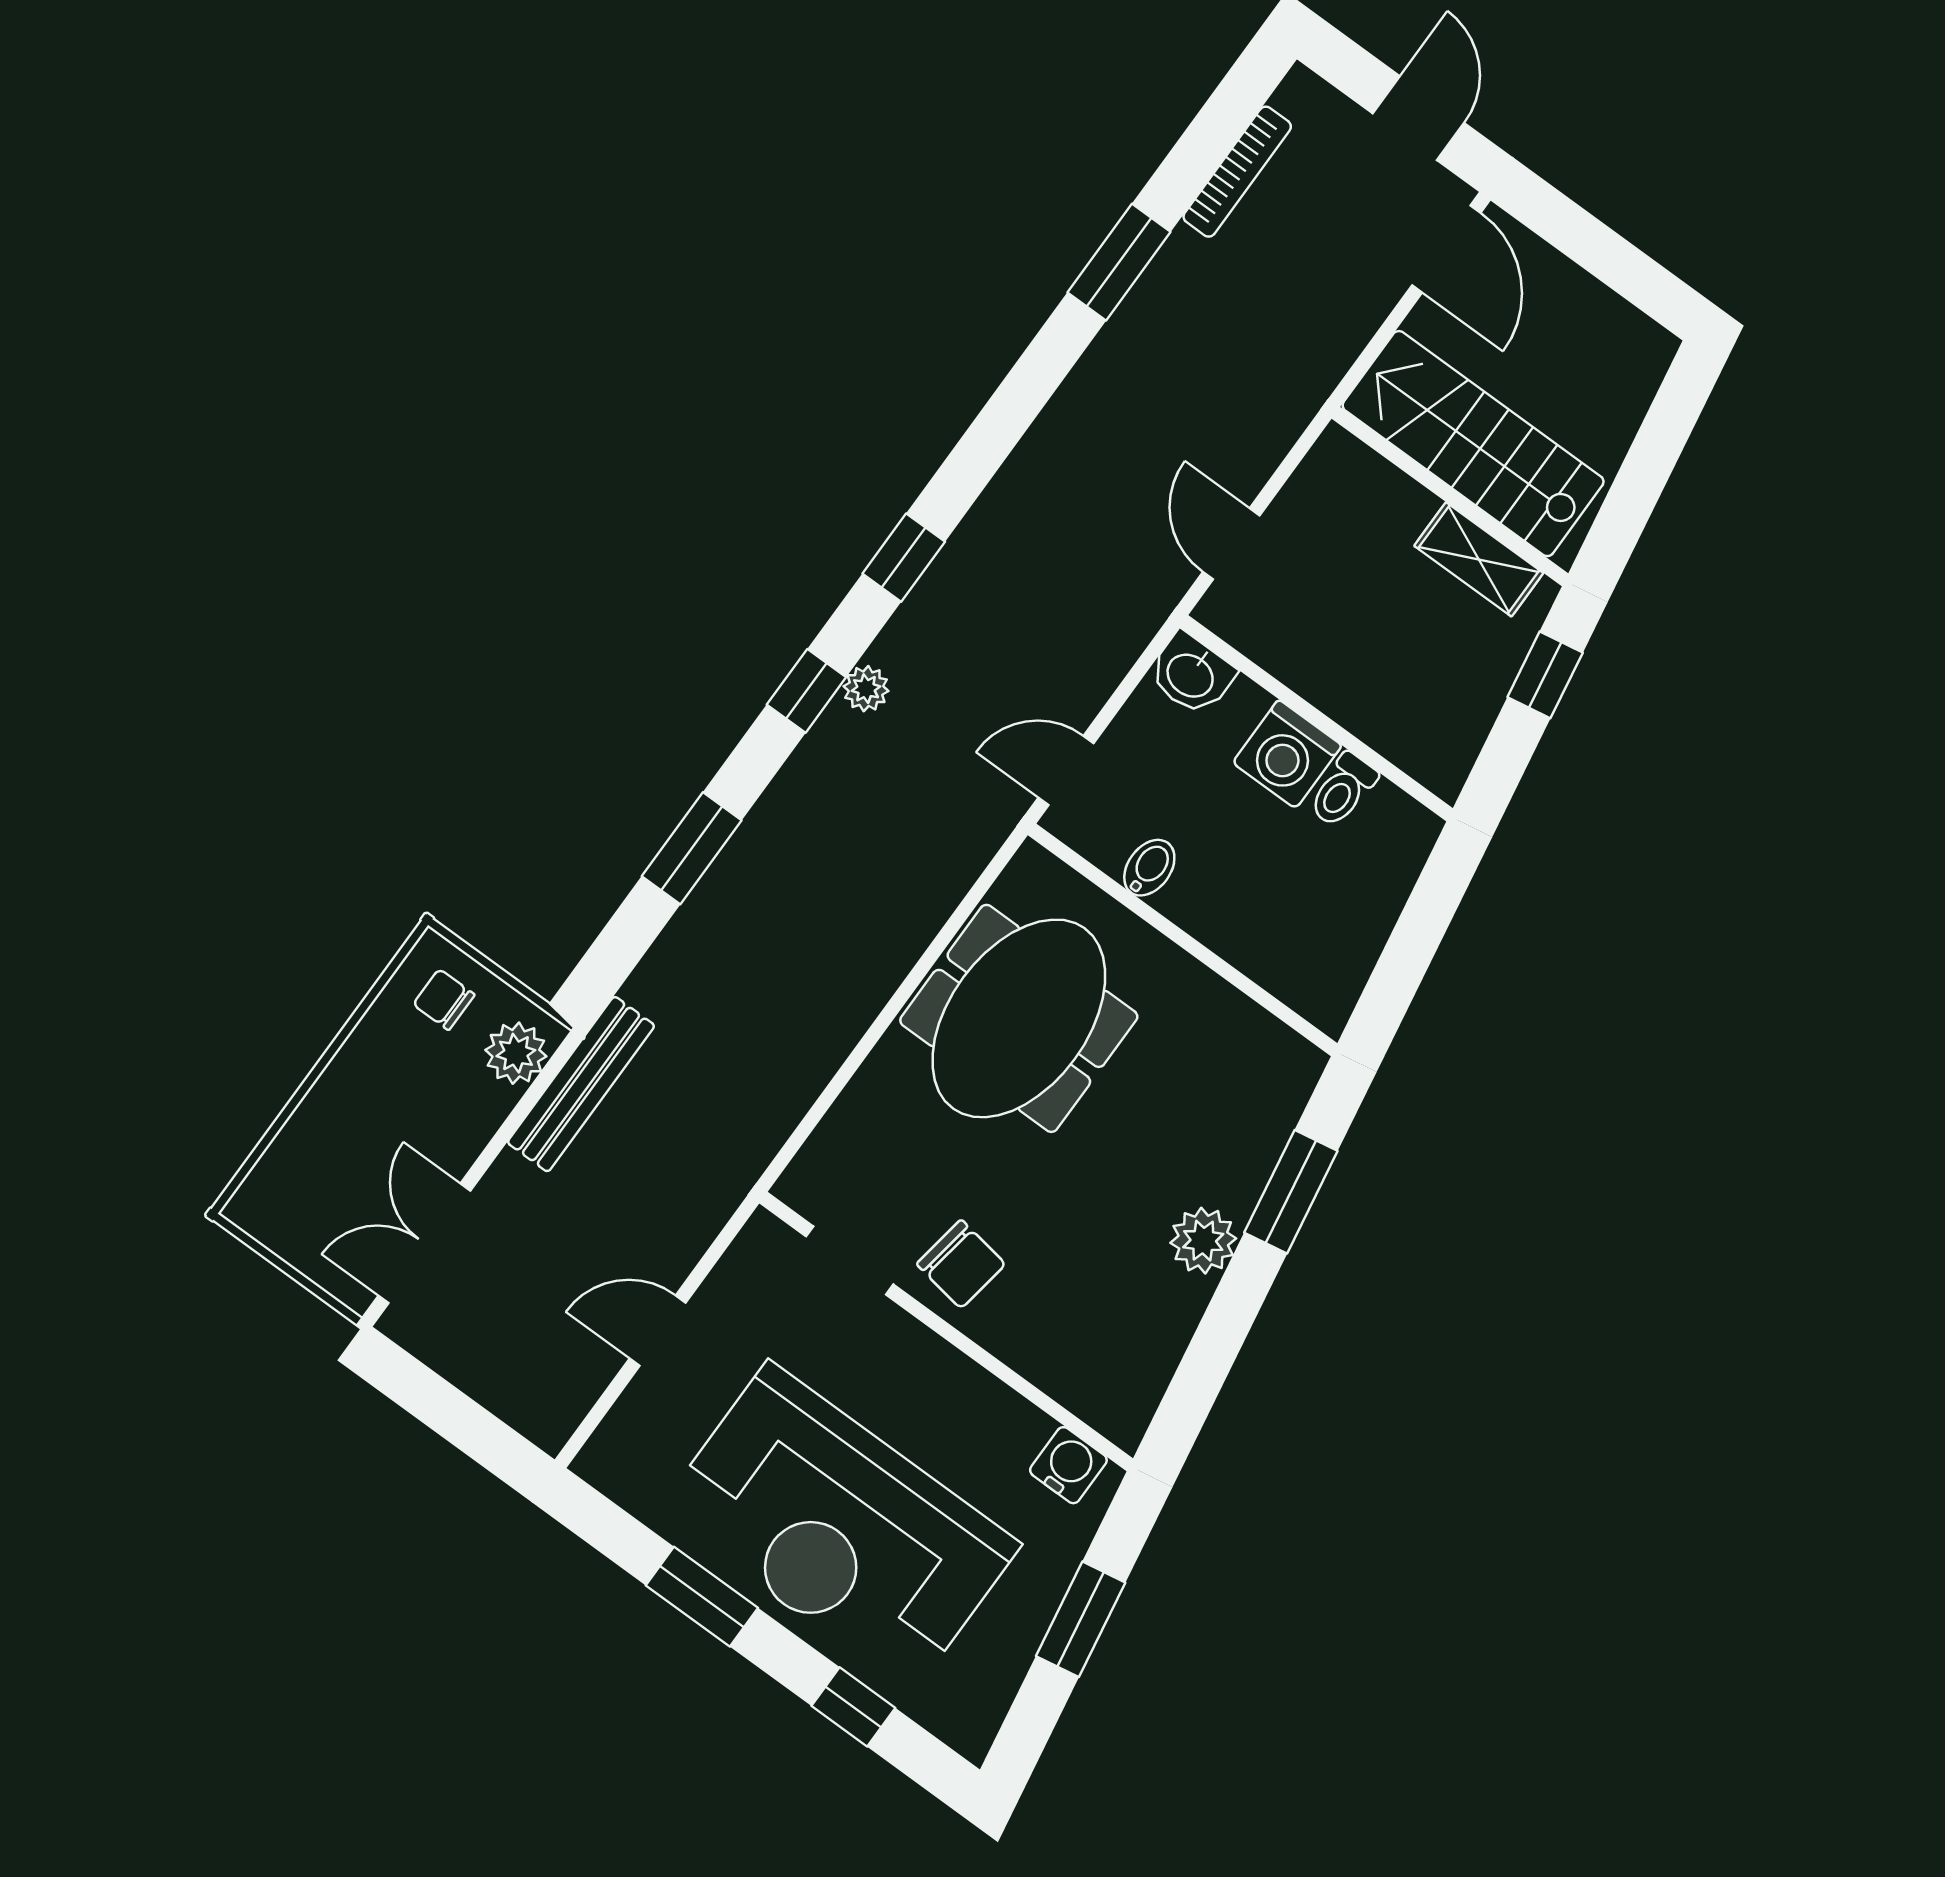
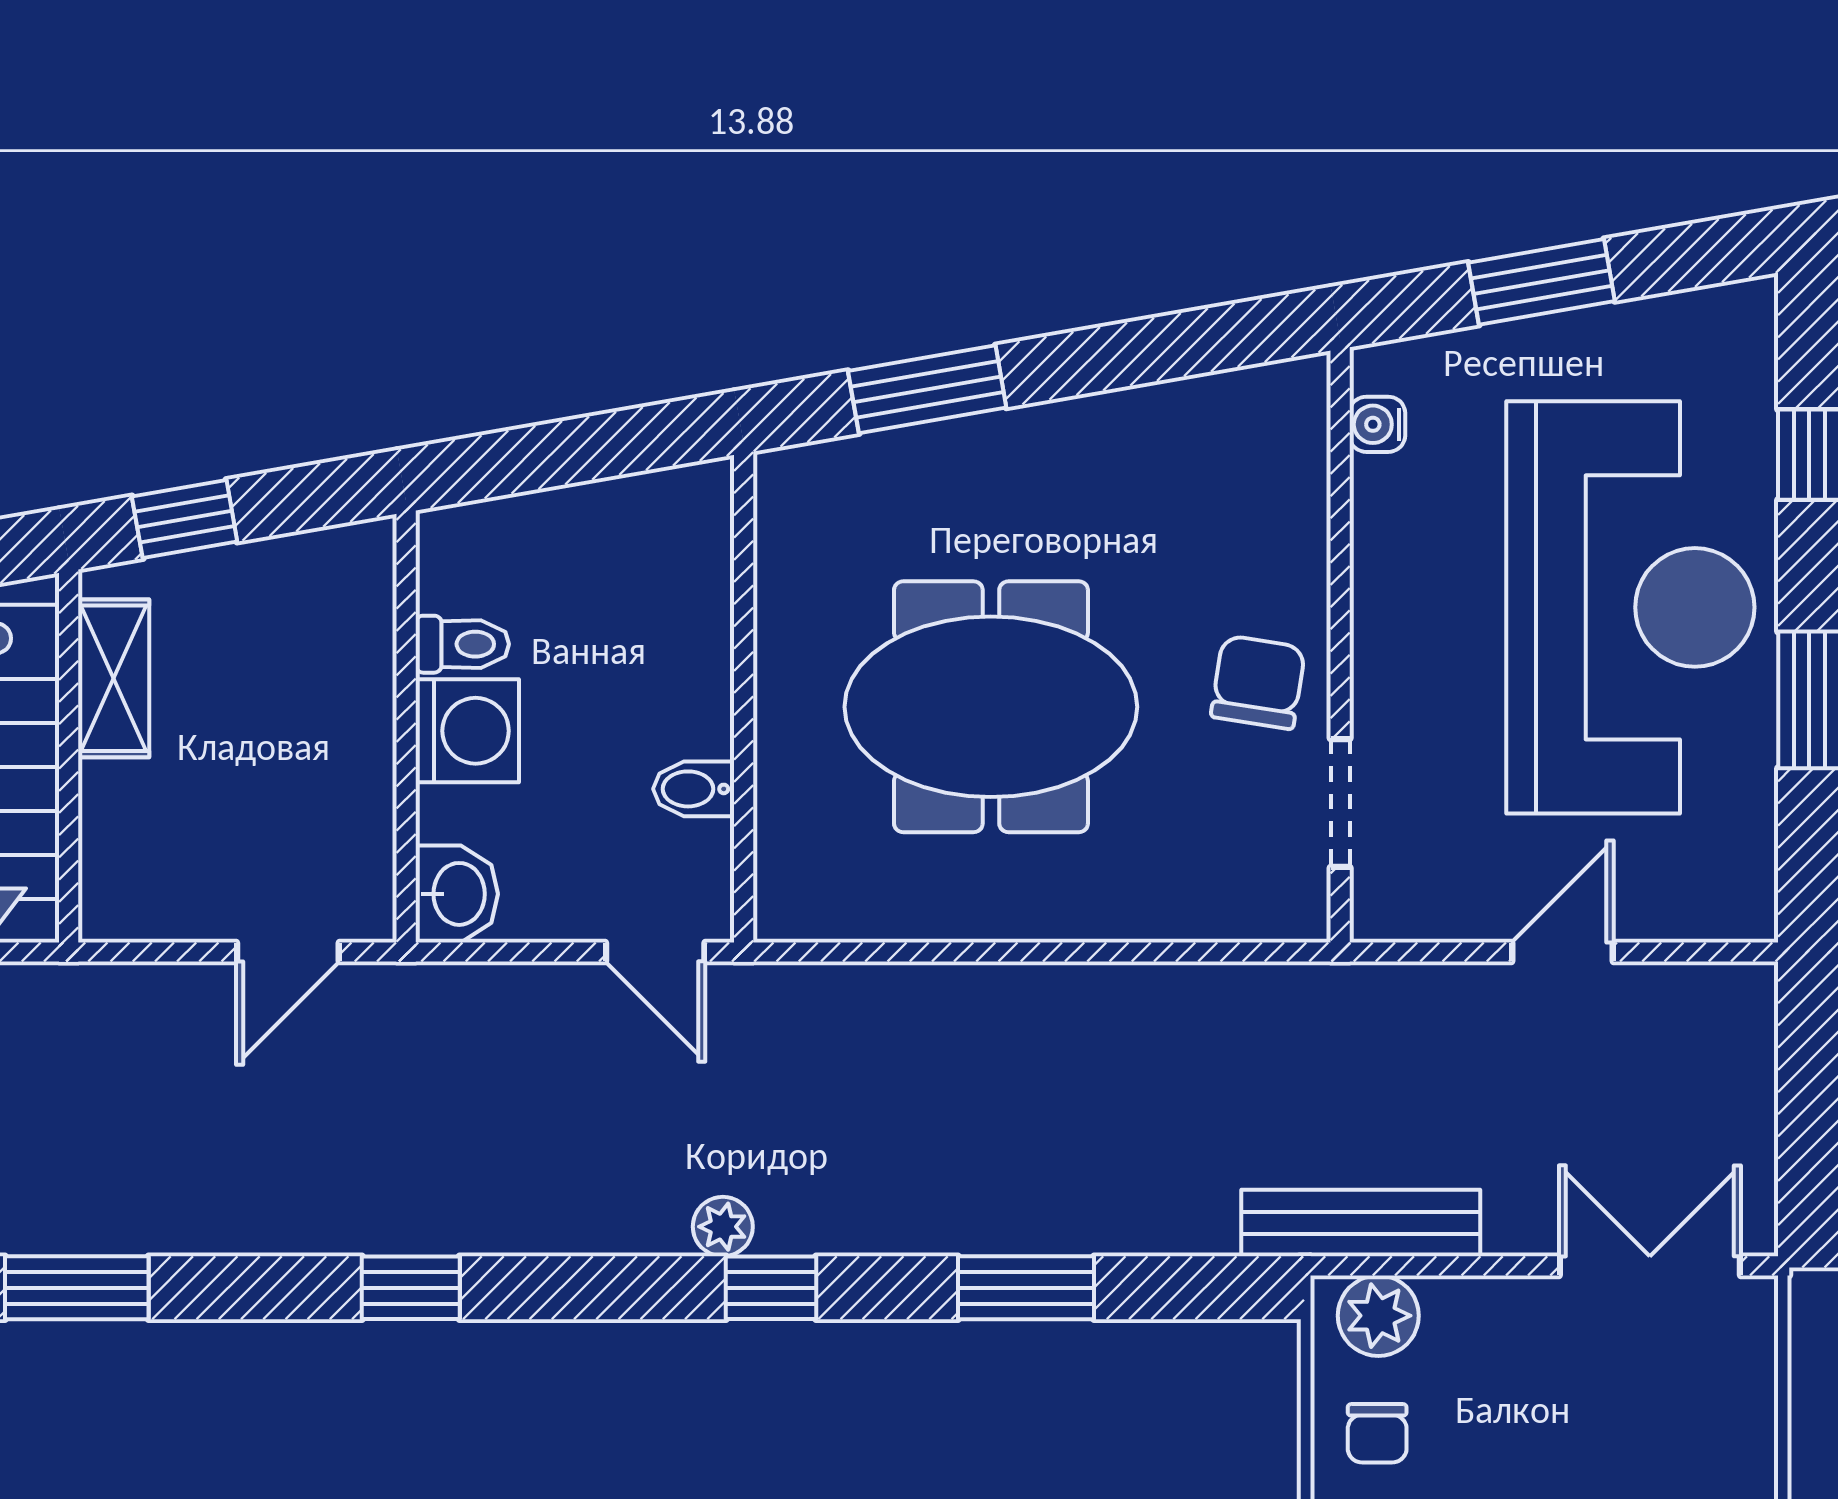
window: (904, 558) -> (411, 1288), moved
meeting table: (1019, 1018) -> (991, 707), moved
plant: (1203, 1241) -> (1046, 444), removed
double door: (424, 1243) -> (1650, 1266), swing flipped
door: (658, 1331) -> (1562, 952), swing flipped
water cooler: (1068, 1465) -> (1377, 424), width x0.72, depth x0.72

